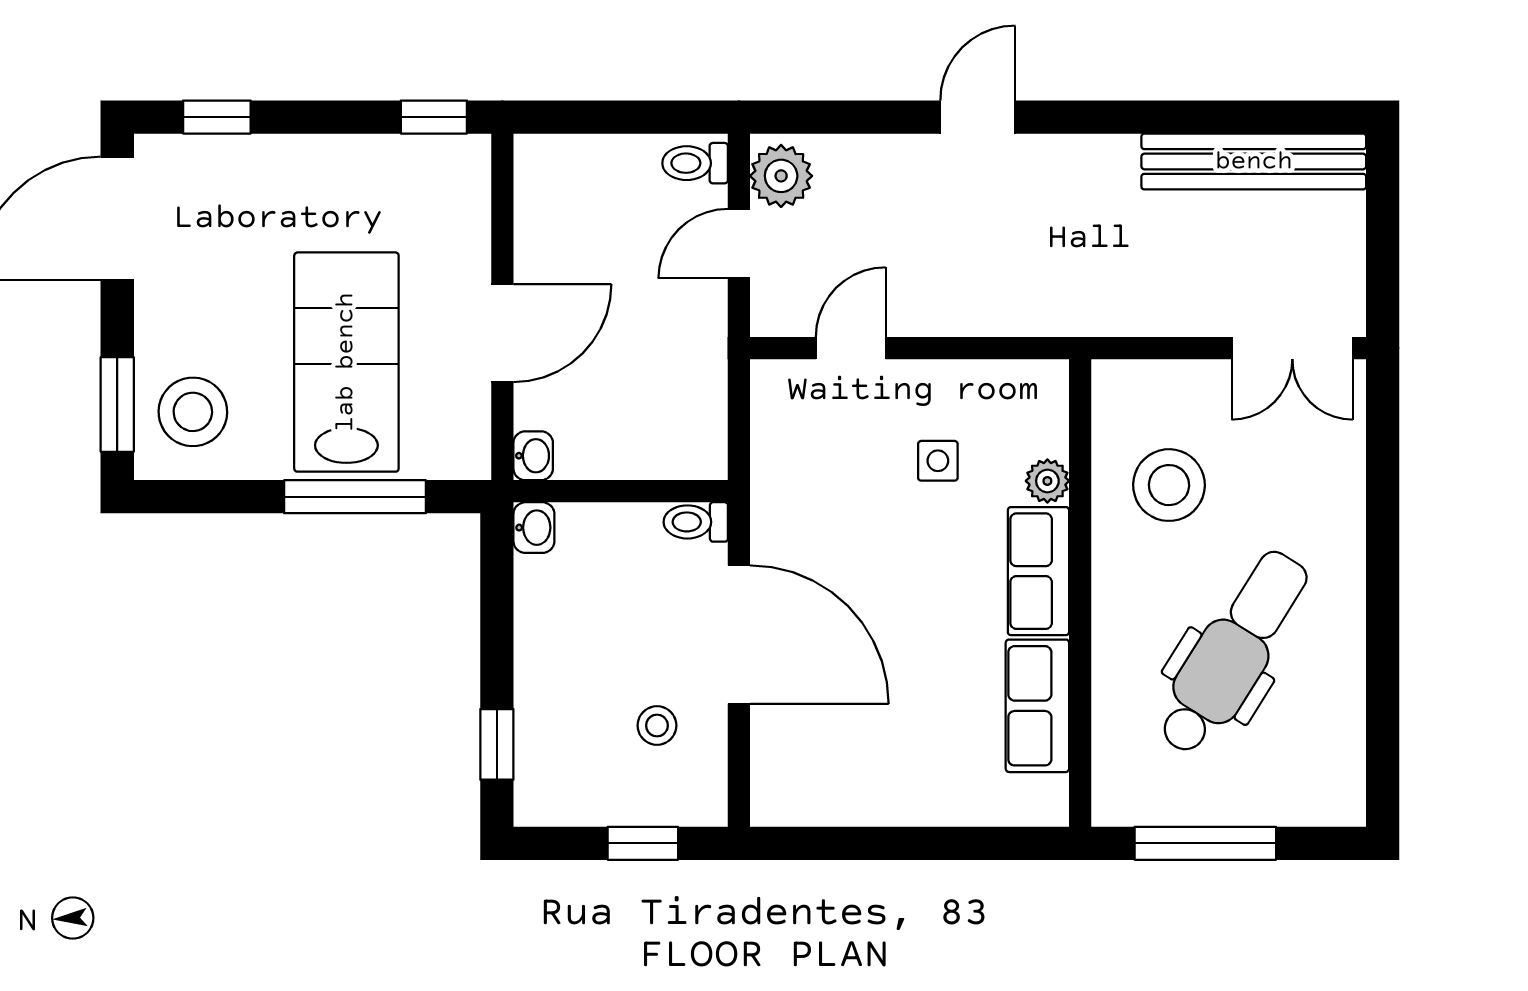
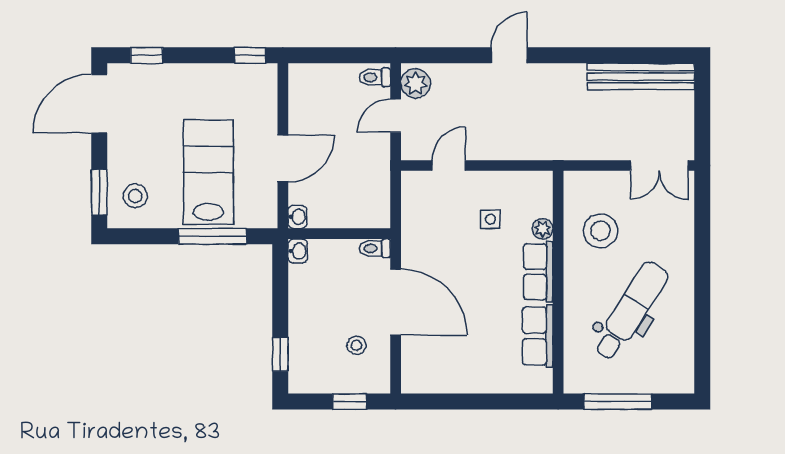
stool: (193, 412) -> (135, 196), width x0.73, depth x0.73

